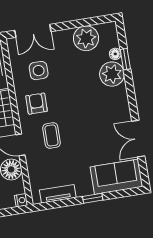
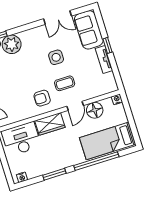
side table: (39, 71) -> (56, 57), moved
tv unit: (58, 194) -> (104, 60), moved

